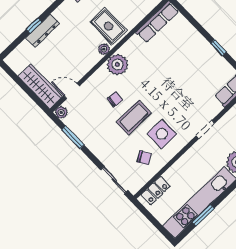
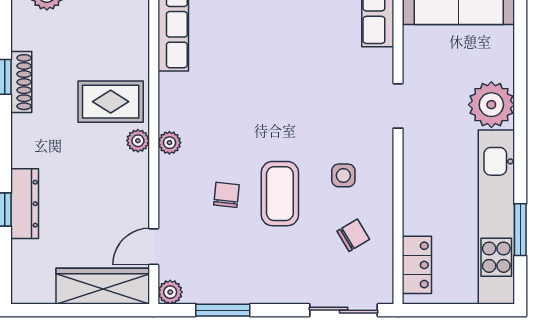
plant: (117, 64) -> (169, 143), width x0.53, depth x0.53
side table: (162, 134) -> (343, 175), width x0.54, depth x0.54

